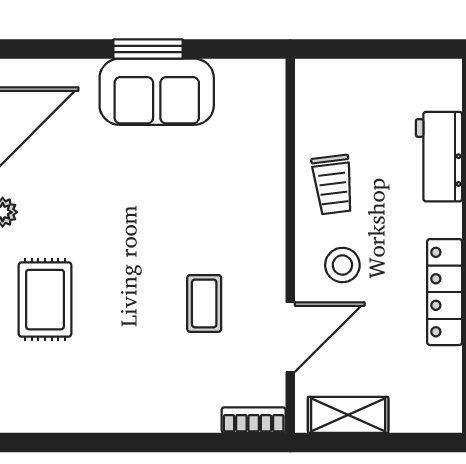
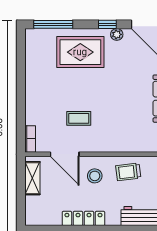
rug: (45, 300) -> (80, 52), width x1.36, depth x1.43

